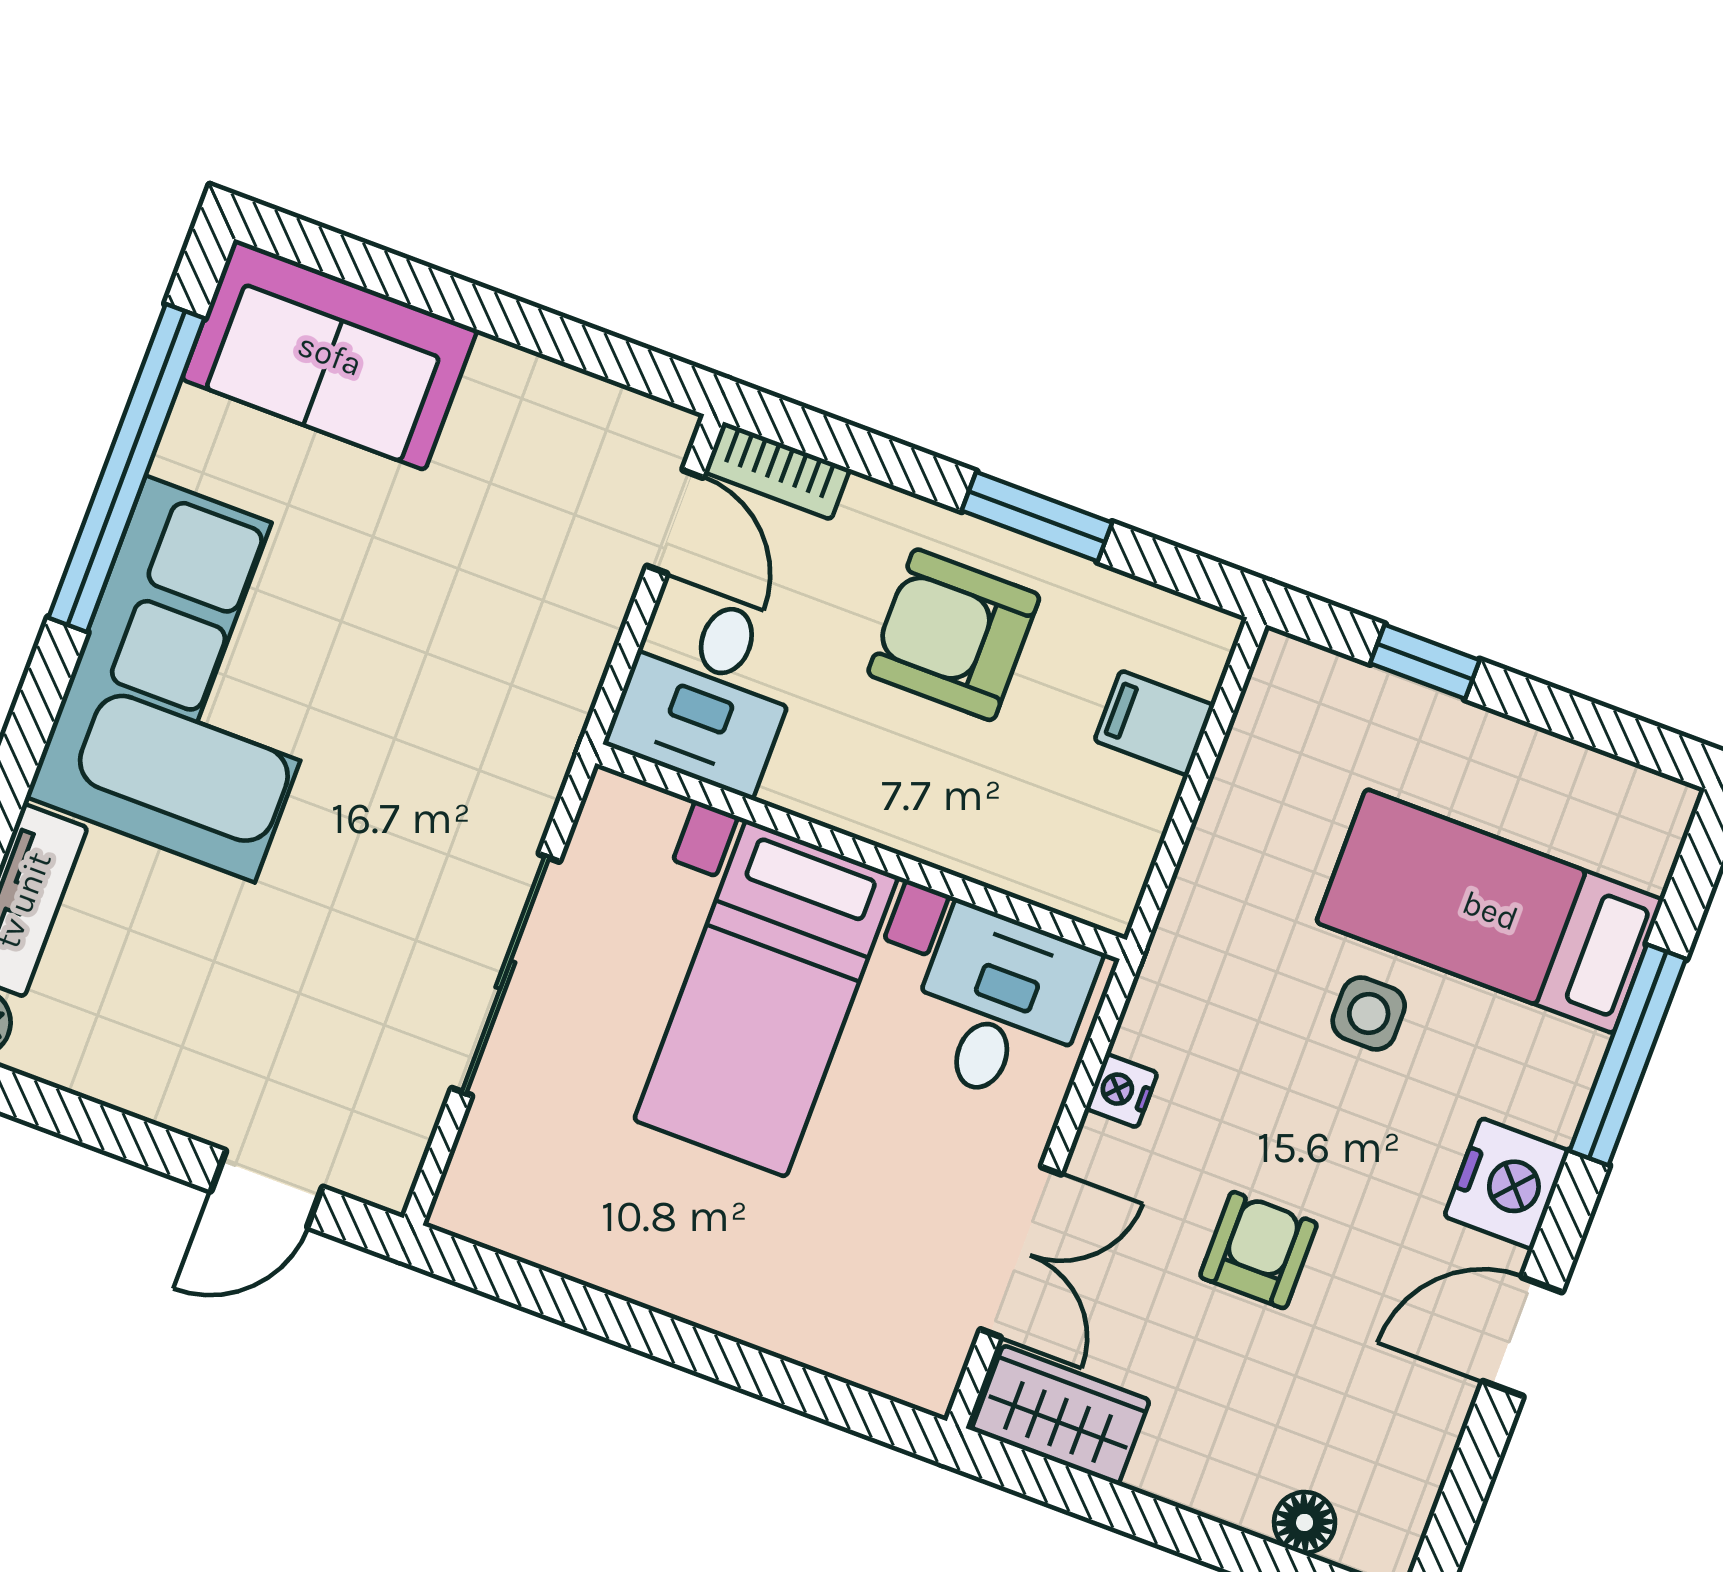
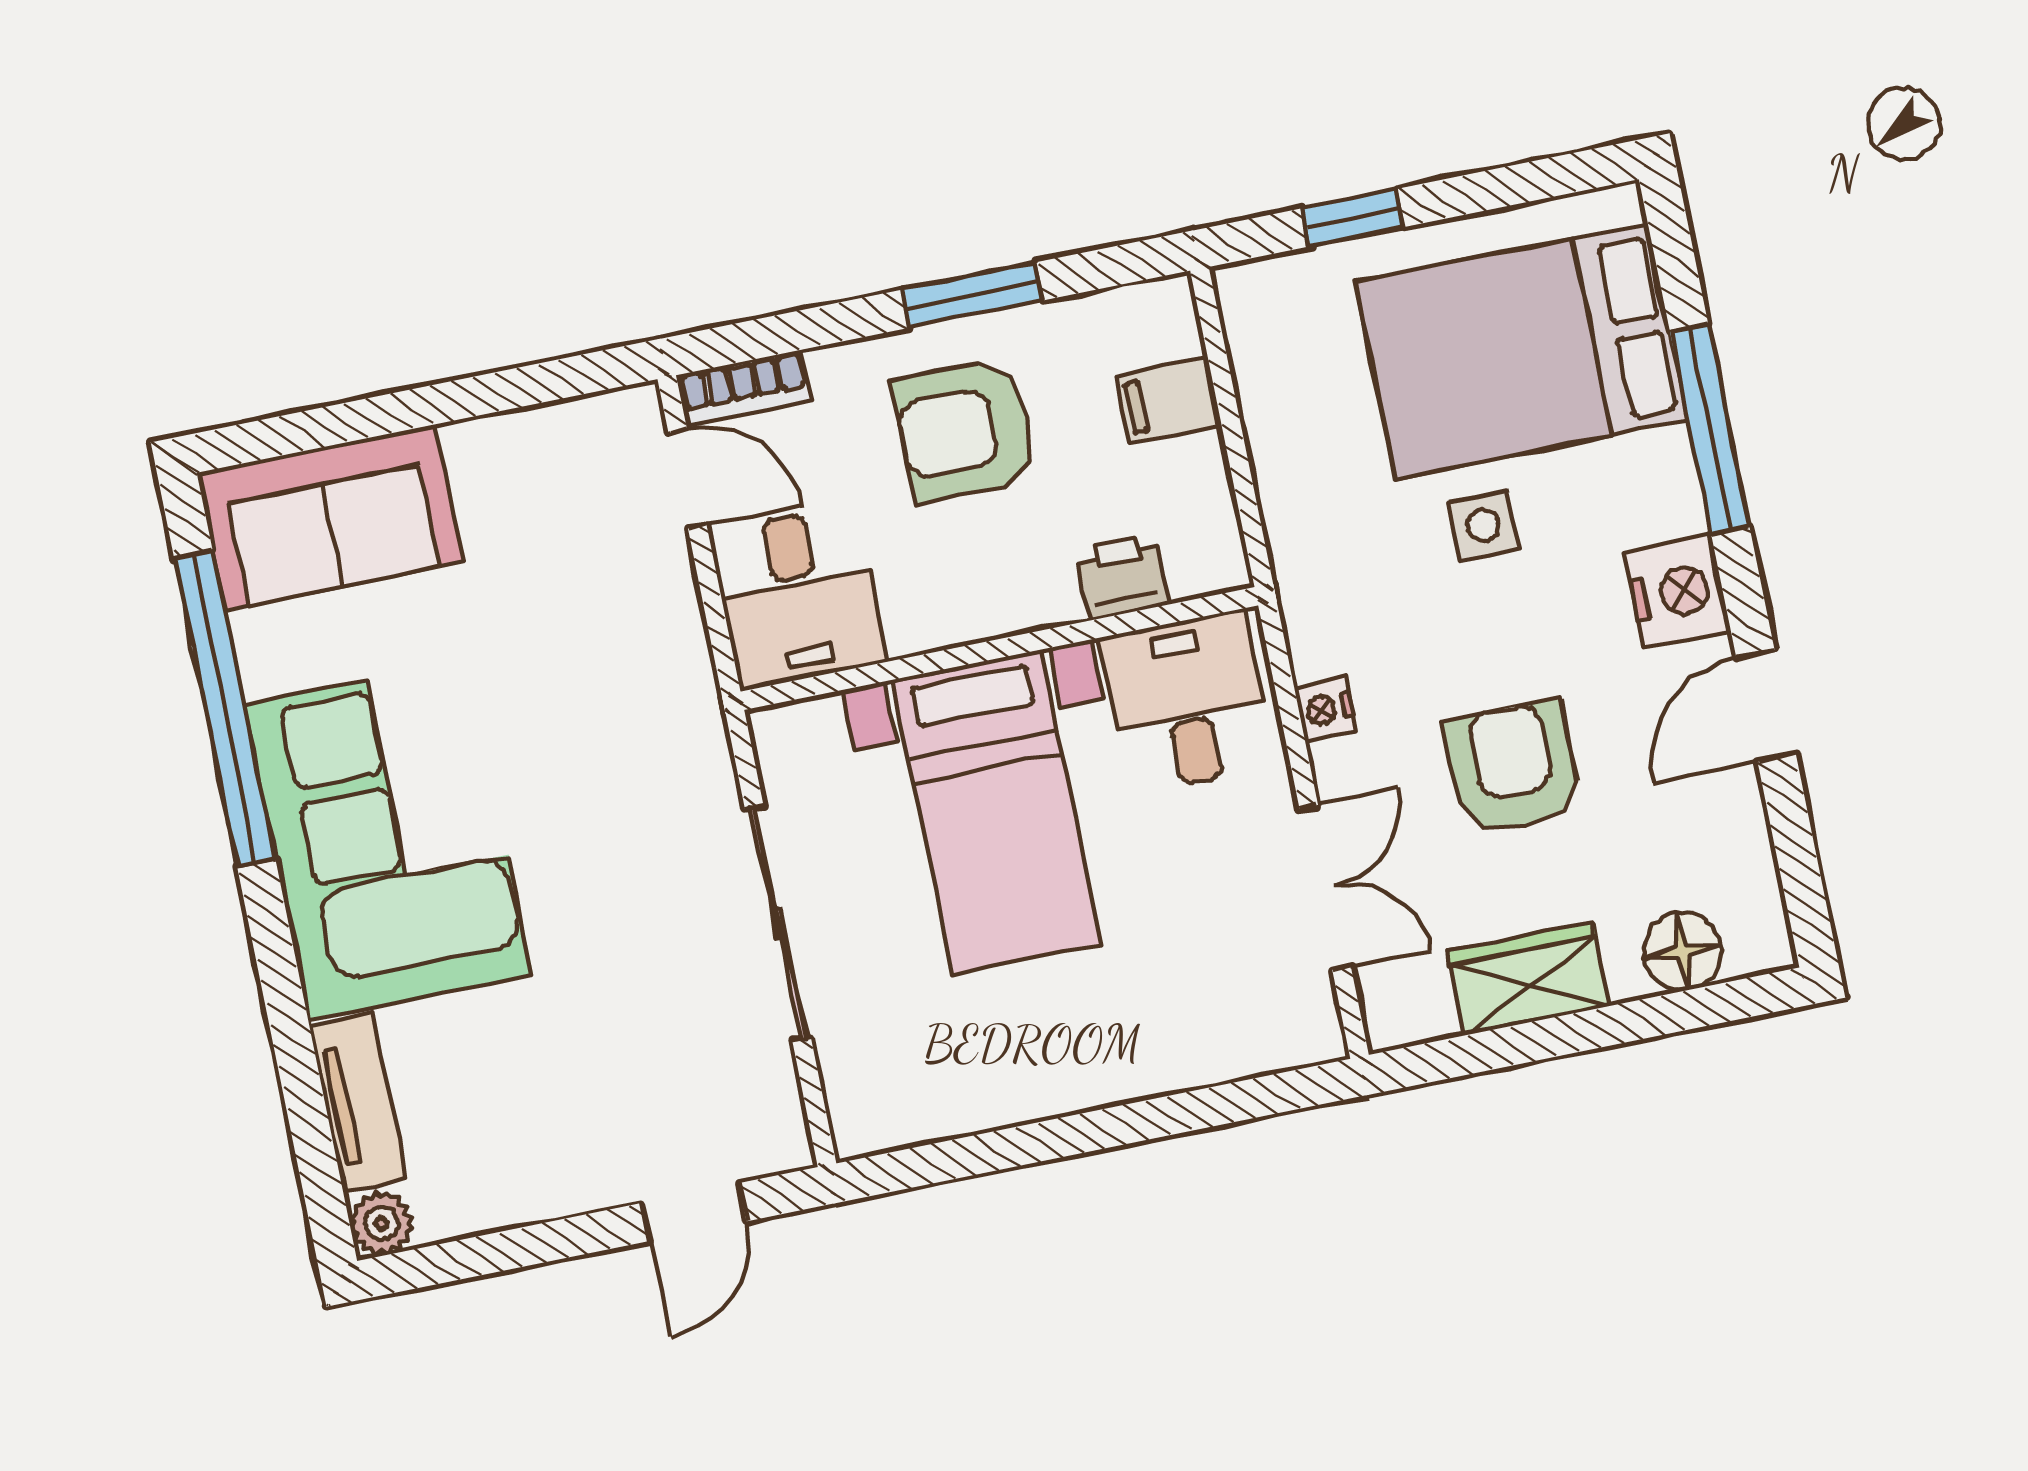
printer: (1013, 856) -> (1122, 576), added
bed: (1490, 911) -> (1522, 351), width x1.50
armchair: (1258, 1250) -> (1513, 768), width x1.38, depth x1.38
wardrobe: (1061, 1415) -> (1529, 979), moved
floor lamp: (1305, 1522) -> (1683, 951), width x1.37, depth x1.37

